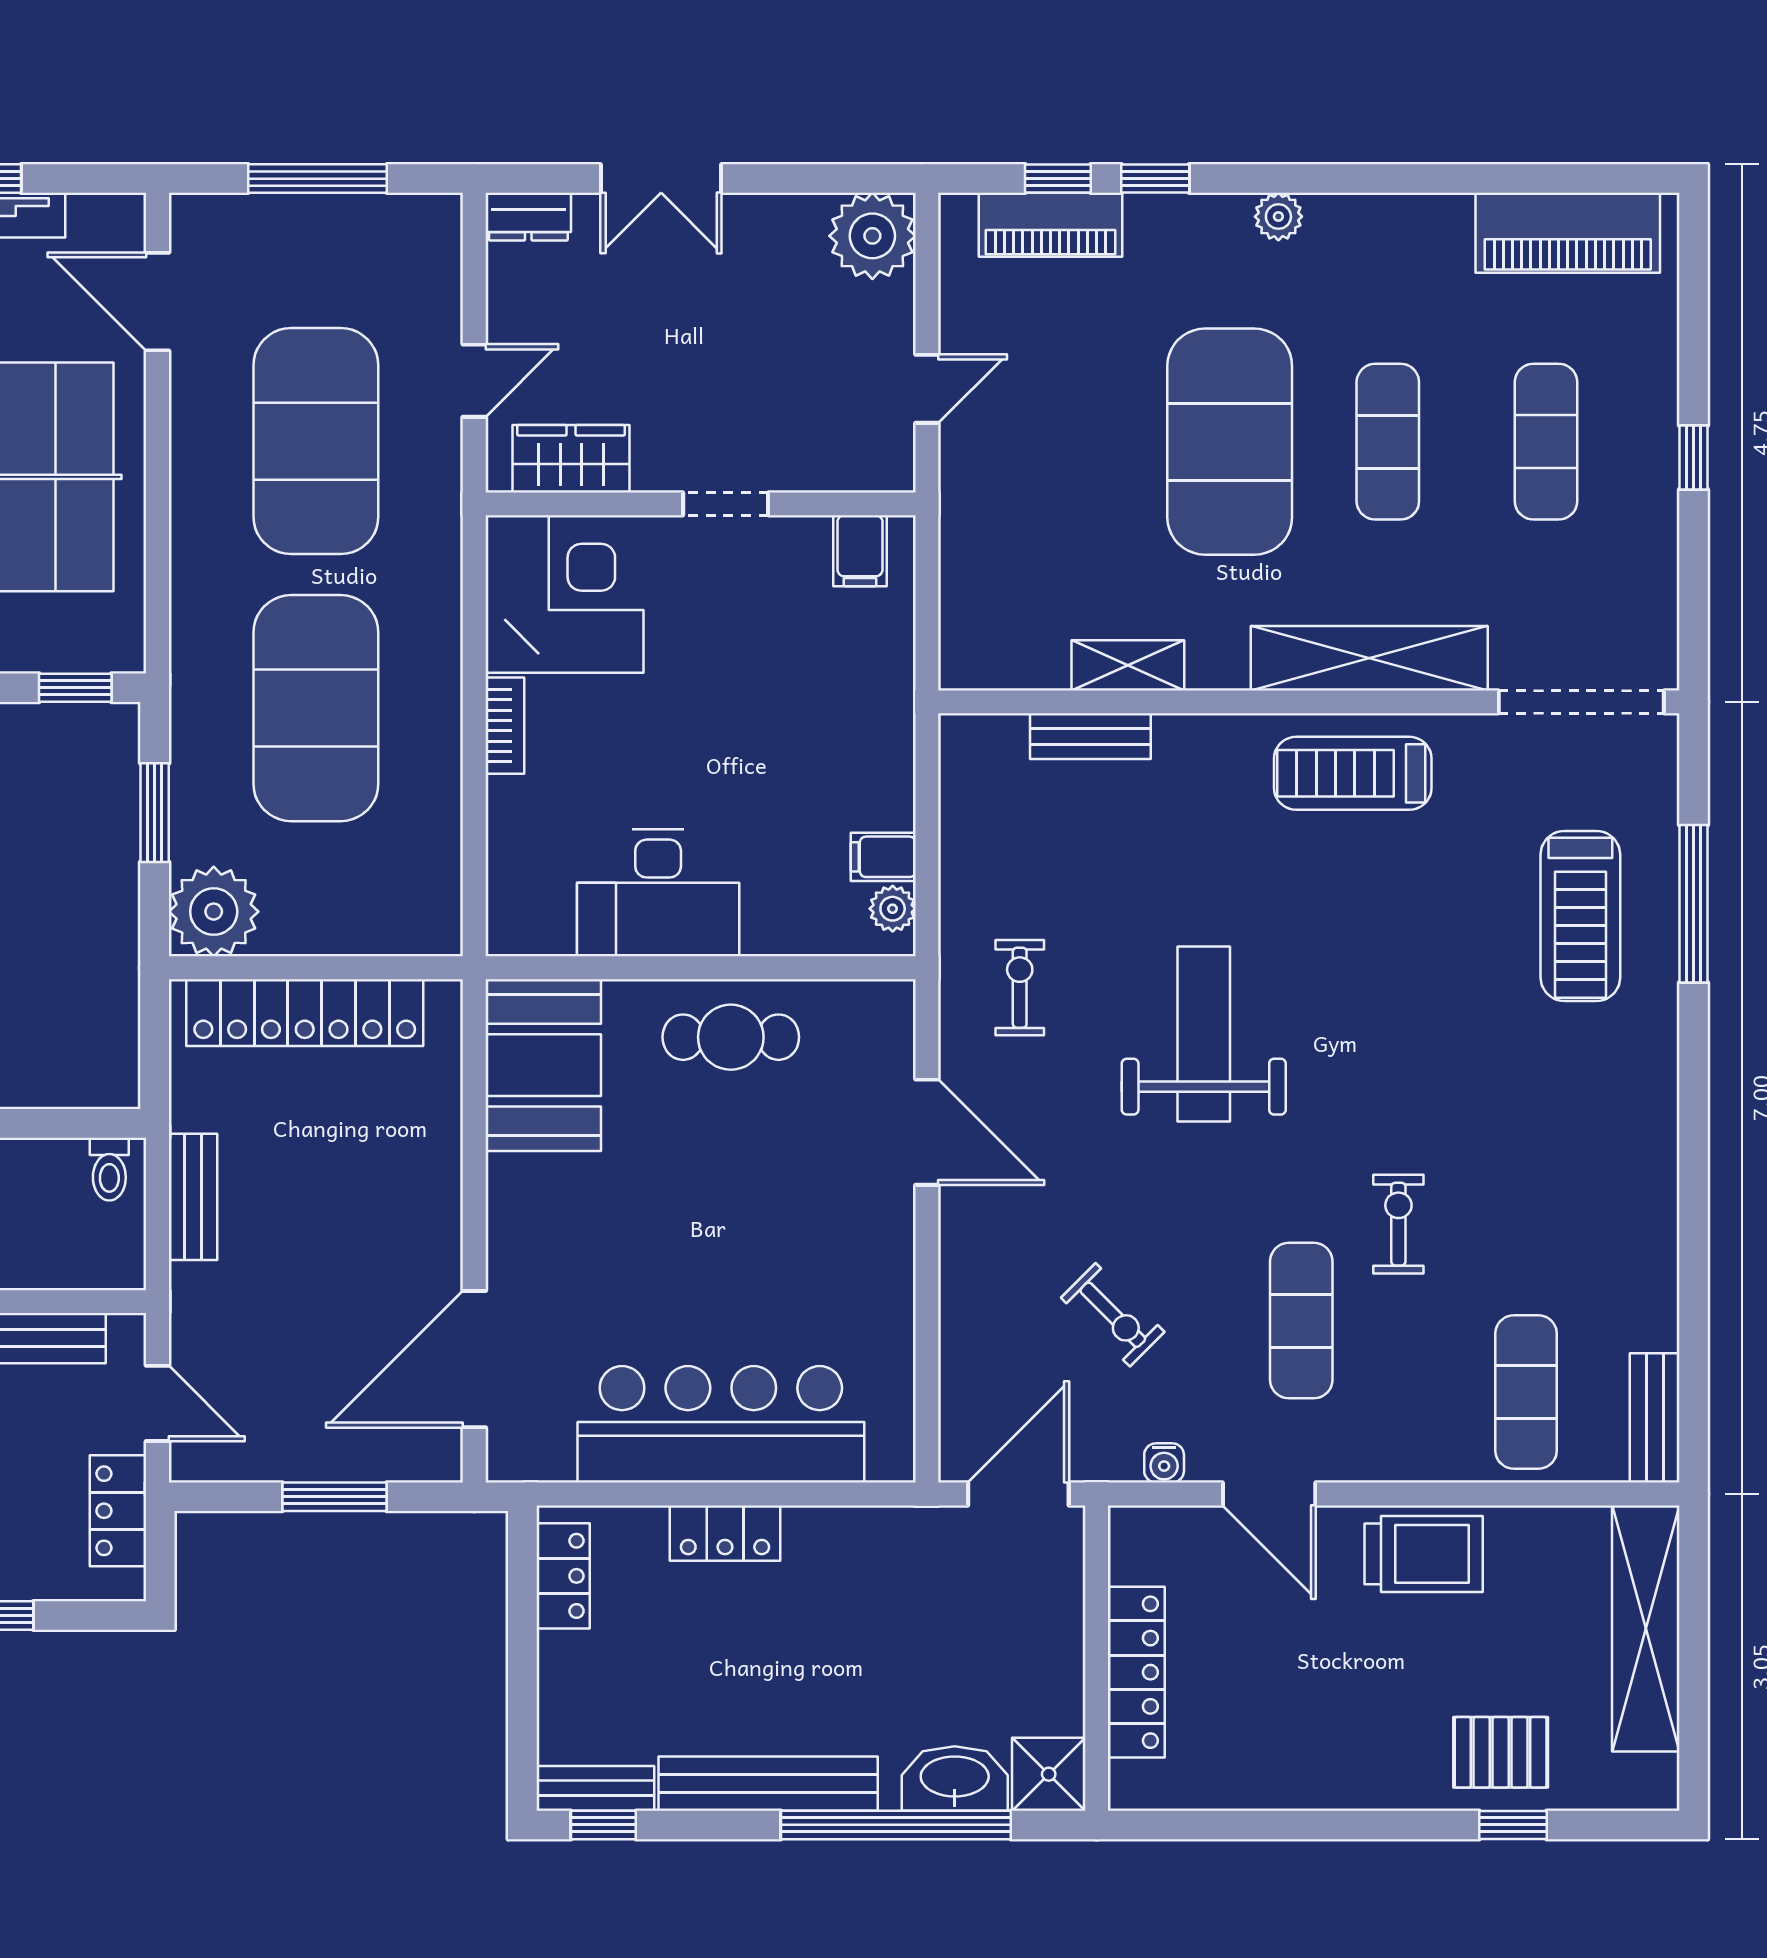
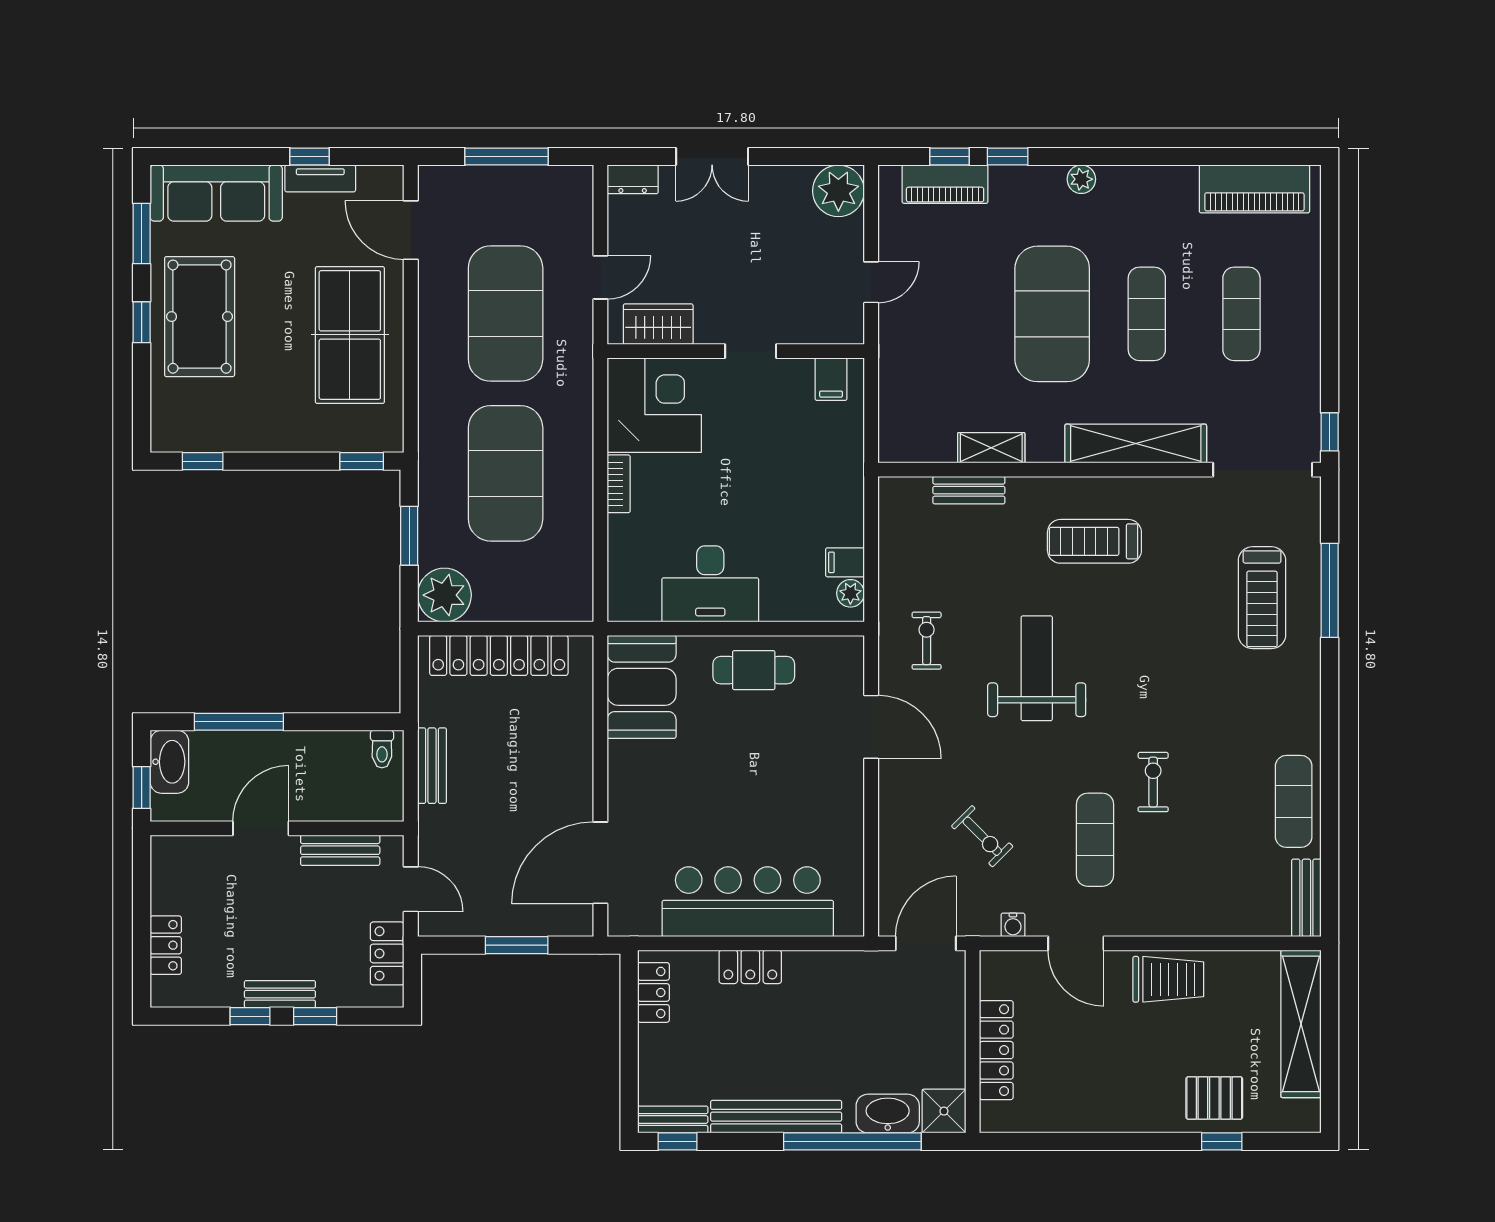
window: (1693, 457) -> (1330, 432), moved
treadmill: (1353, 773) -> (1094, 541), moved
exercise mat: (1526, 1392) -> (1294, 801), moved

